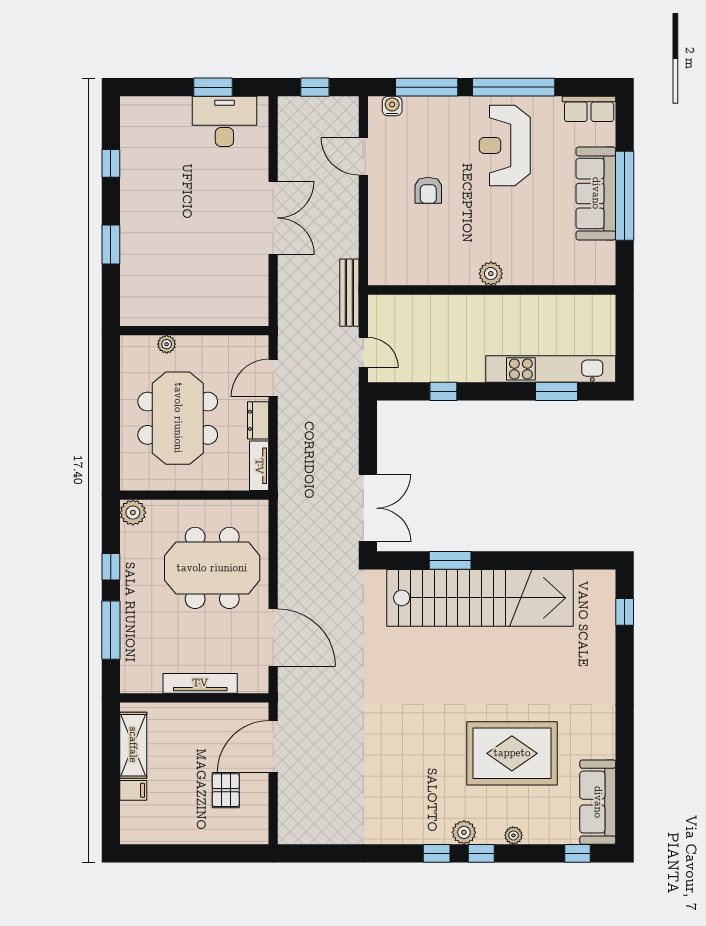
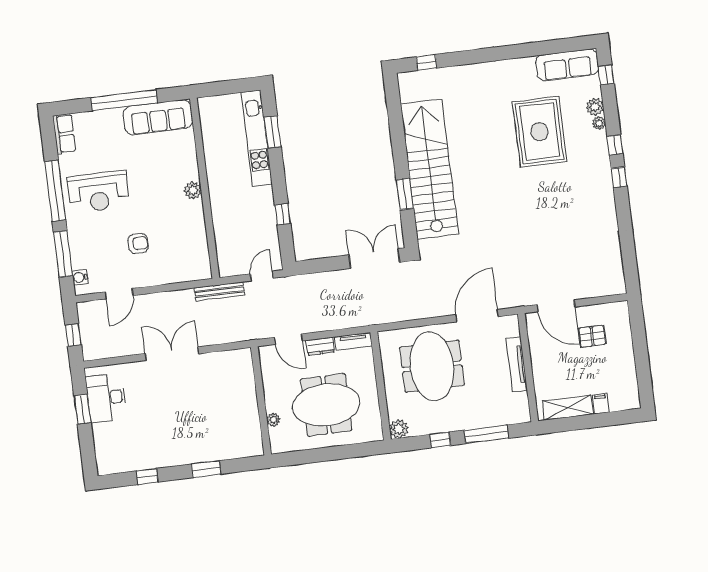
sofa: (596, 193) -> (158, 117), moved
plant: (464, 832) -> (595, 107), moved

